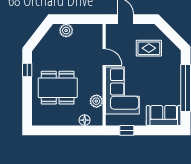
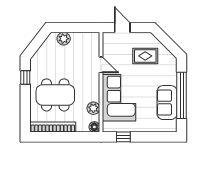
sofa: (164, 115) -> (167, 103), moved, turned -90
bookcase: (55, 120) -> (53, 127), added
floor lamp: (85, 120) -> (94, 127), moved

